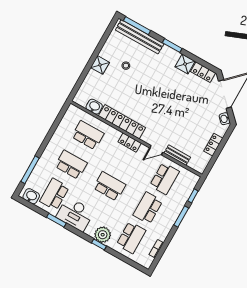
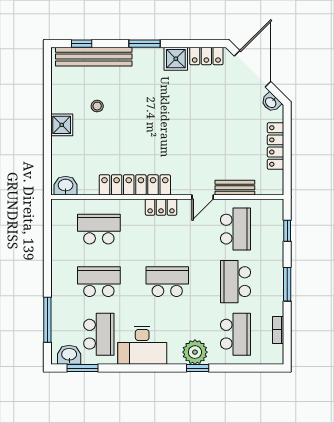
window: (137, 26) -> (82, 44), width x0.46
washbasin: (94, 107) -> (66, 186), moved
locker: (213, 145) -> (275, 146), width x1.53
school desk: (54, 194) -> (99, 334), turned 180
window: (181, 216) -> (287, 284), moved
window: (56, 220) -> (83, 368), moved

